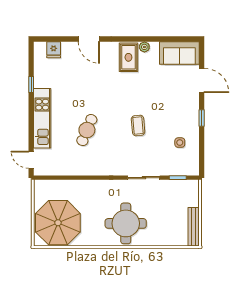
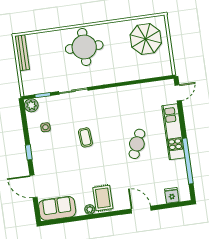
window: (31, 84) -> (188, 161), width x3.17
cafe table: (87, 130) -> (137, 144), moved
door: (31, 160) -> (178, 93), hinge flipped
plant: (192, 168) -> (31, 105), added
parasol: (58, 223) -> (146, 39), width x0.73, depth x0.73

